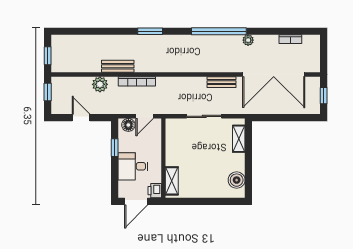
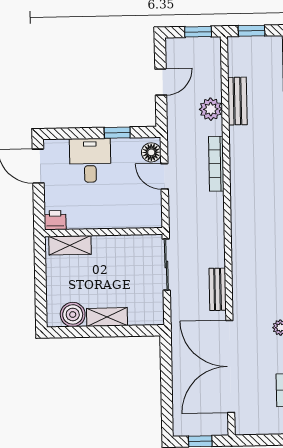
bench: (118, 66) -> (237, 101), moved
shelving: (239, 139) -> (107, 317), moved
wall: (163, 158) -> (104, 232), moved
shelving: (172, 181) -> (70, 245), moved
printer: (155, 191) -> (55, 220), moved

